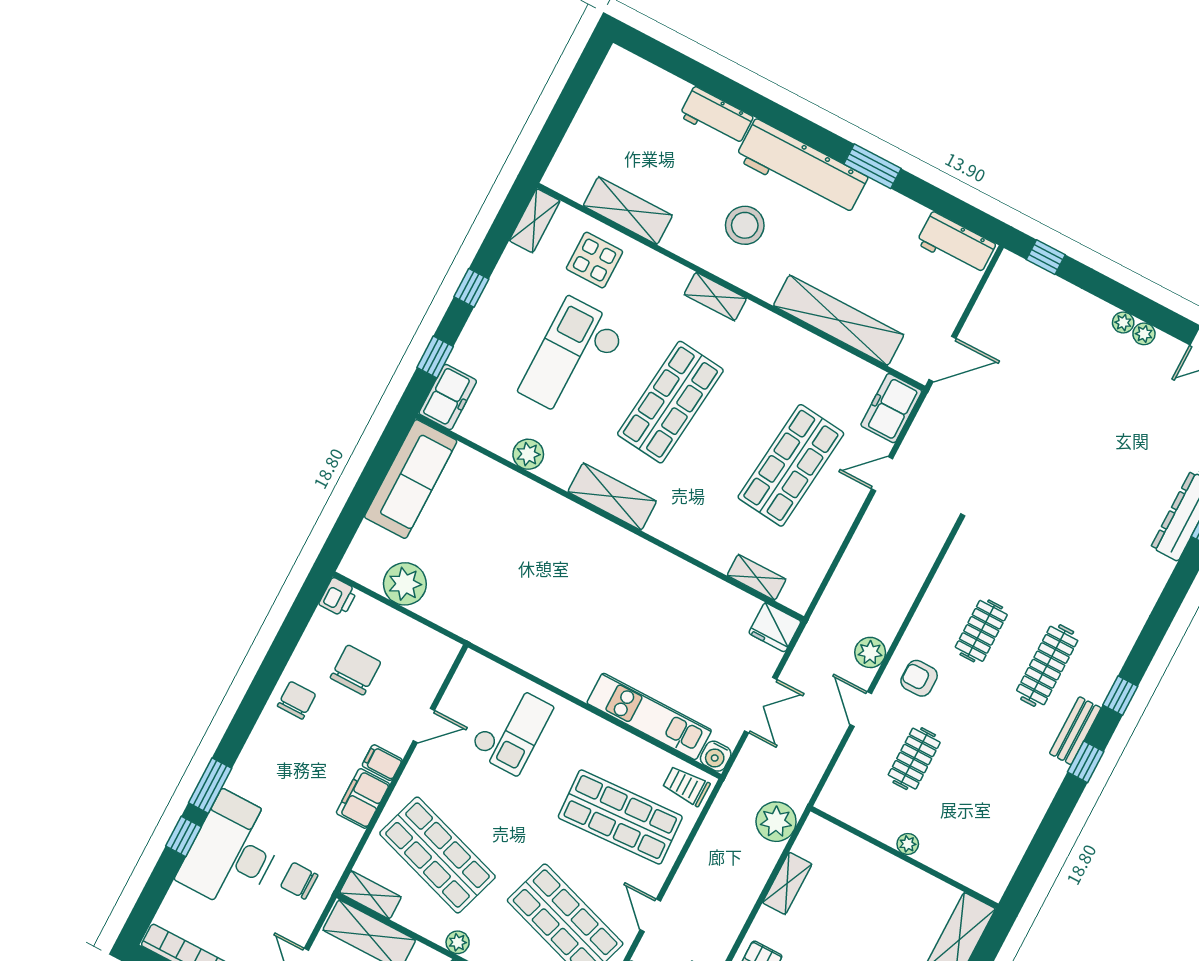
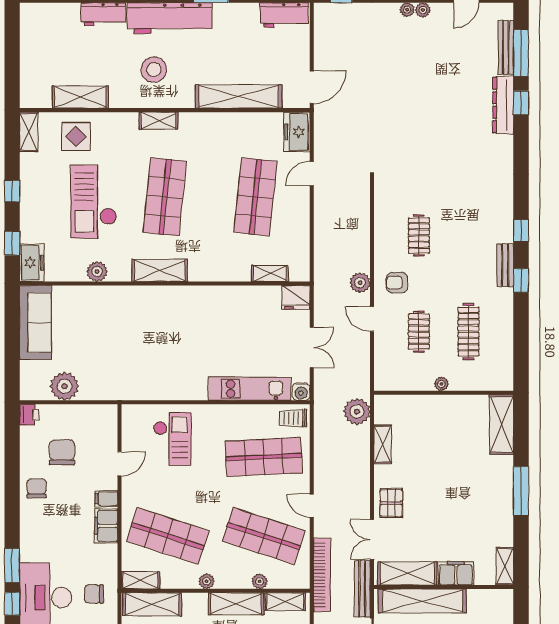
clothes rail: (1047, 665) -> (468, 332), moved

